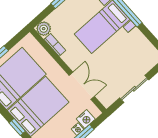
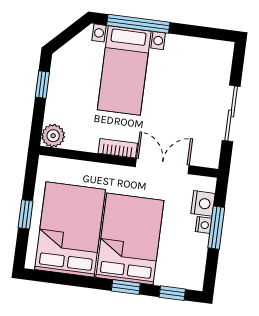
bookcase: (55, 45) -> (118, 148), moved

